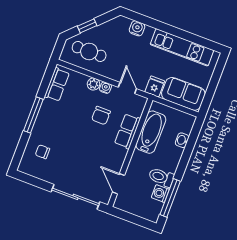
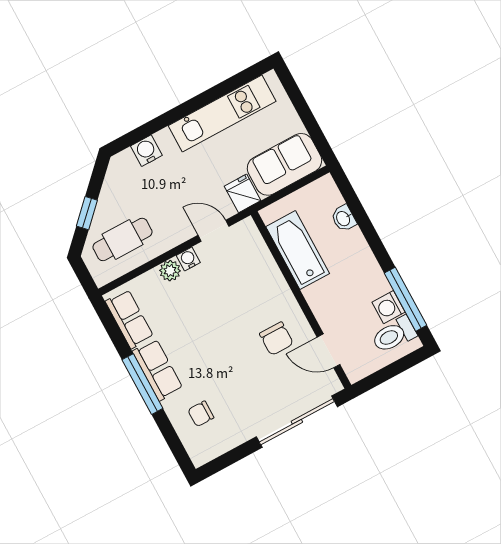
chair: (101, 116) -> (276, 339), moved
row of seats: (127, 131) -> (158, 370), moved, turned 180
toilet: (161, 177) -> (394, 335), moved

